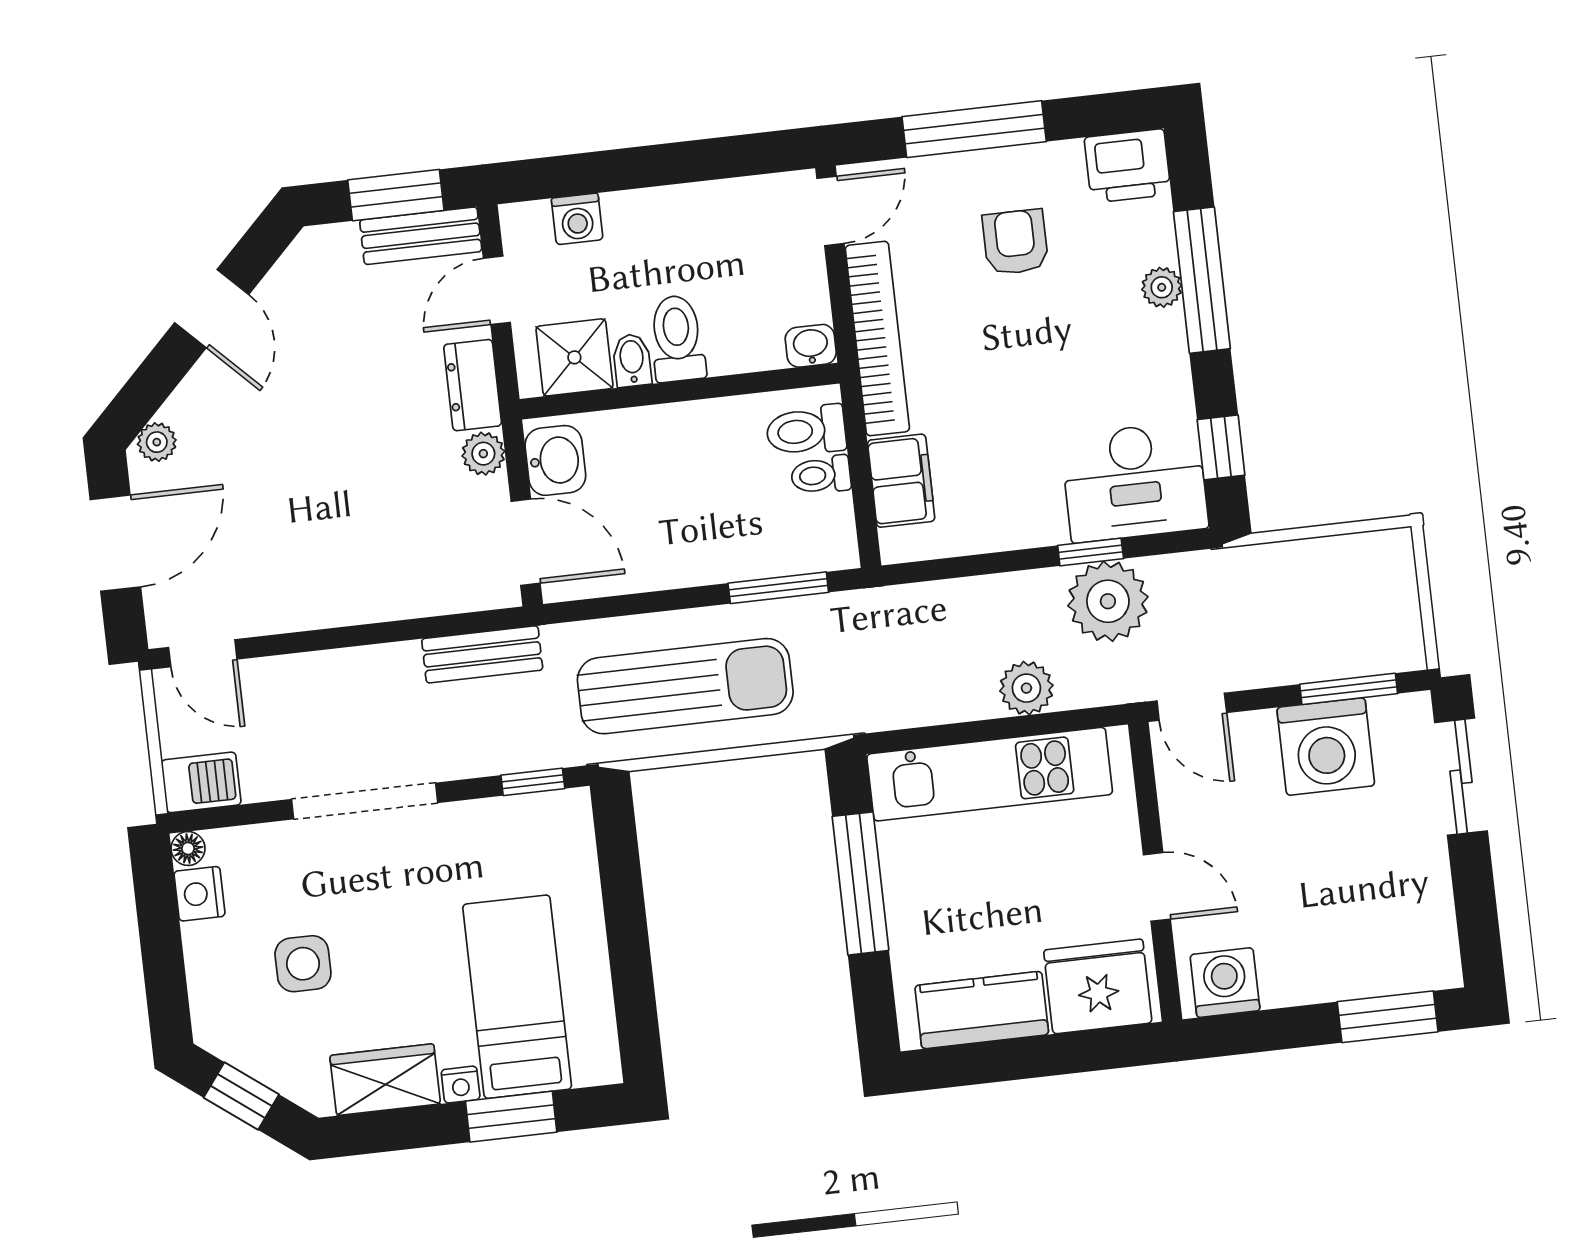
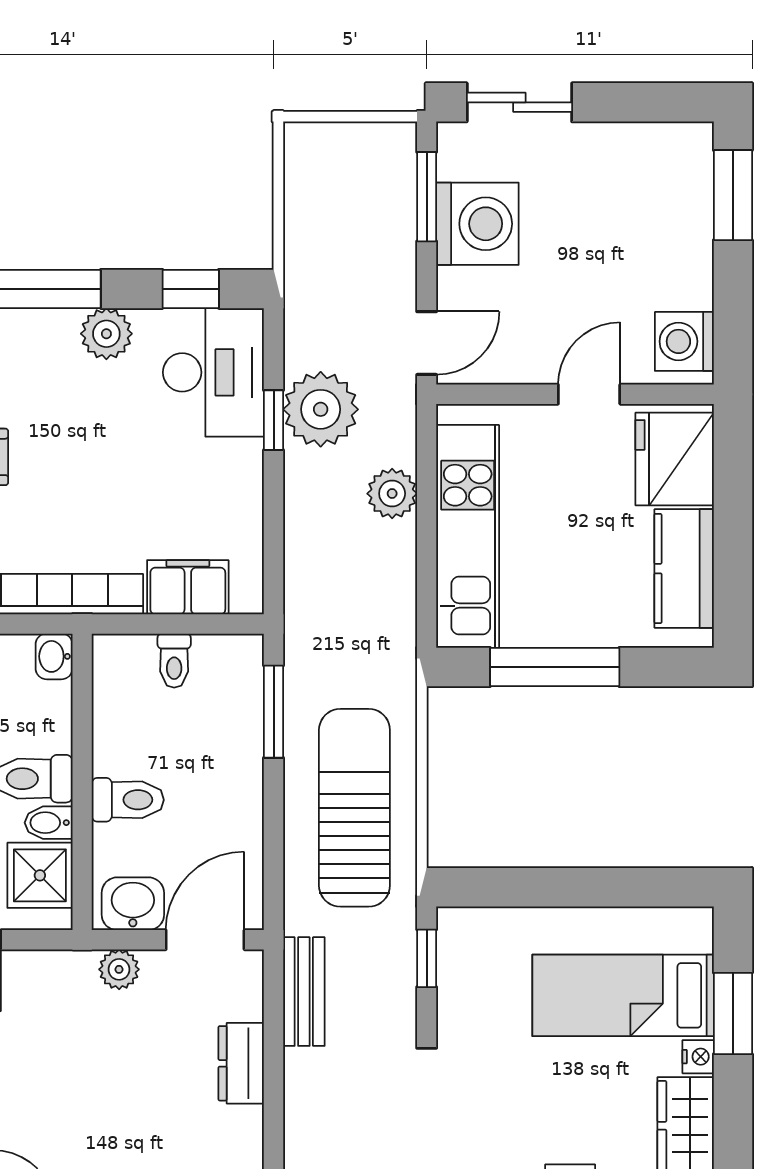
plant: (1162, 287) -> (106, 334), moved, width x1.38, depth x1.38
dresser: (473, 385) -> (241, 1063), moved, turned 90
toilet: (806, 431) -> (128, 800), moved, turned -90

